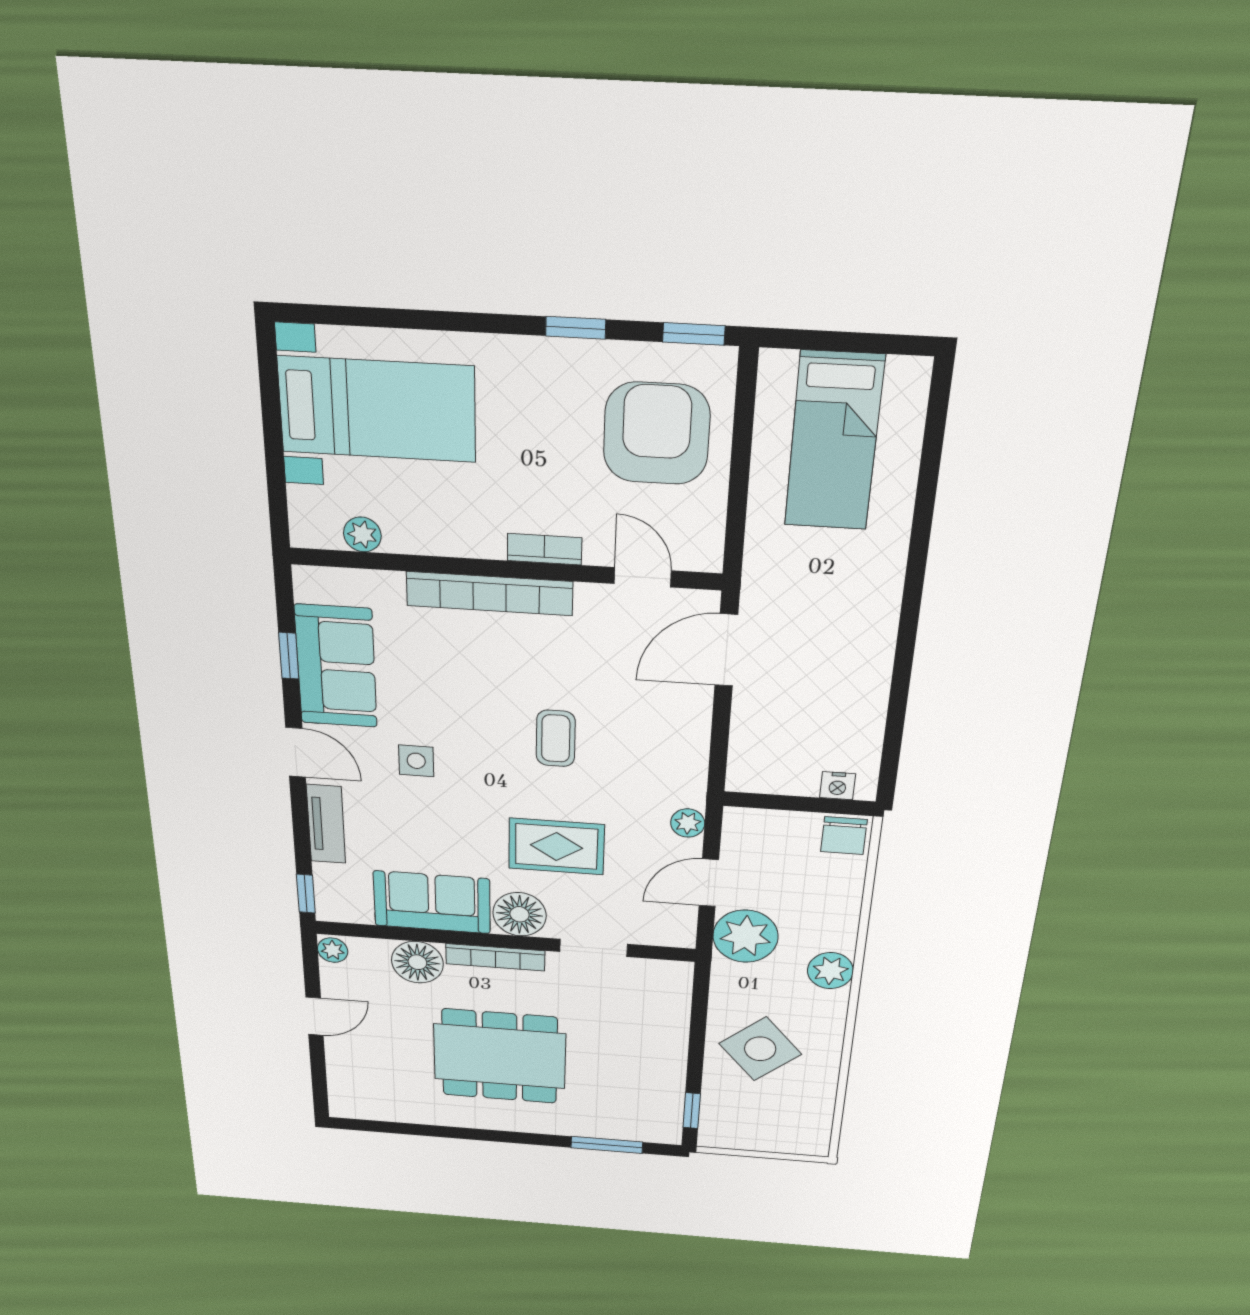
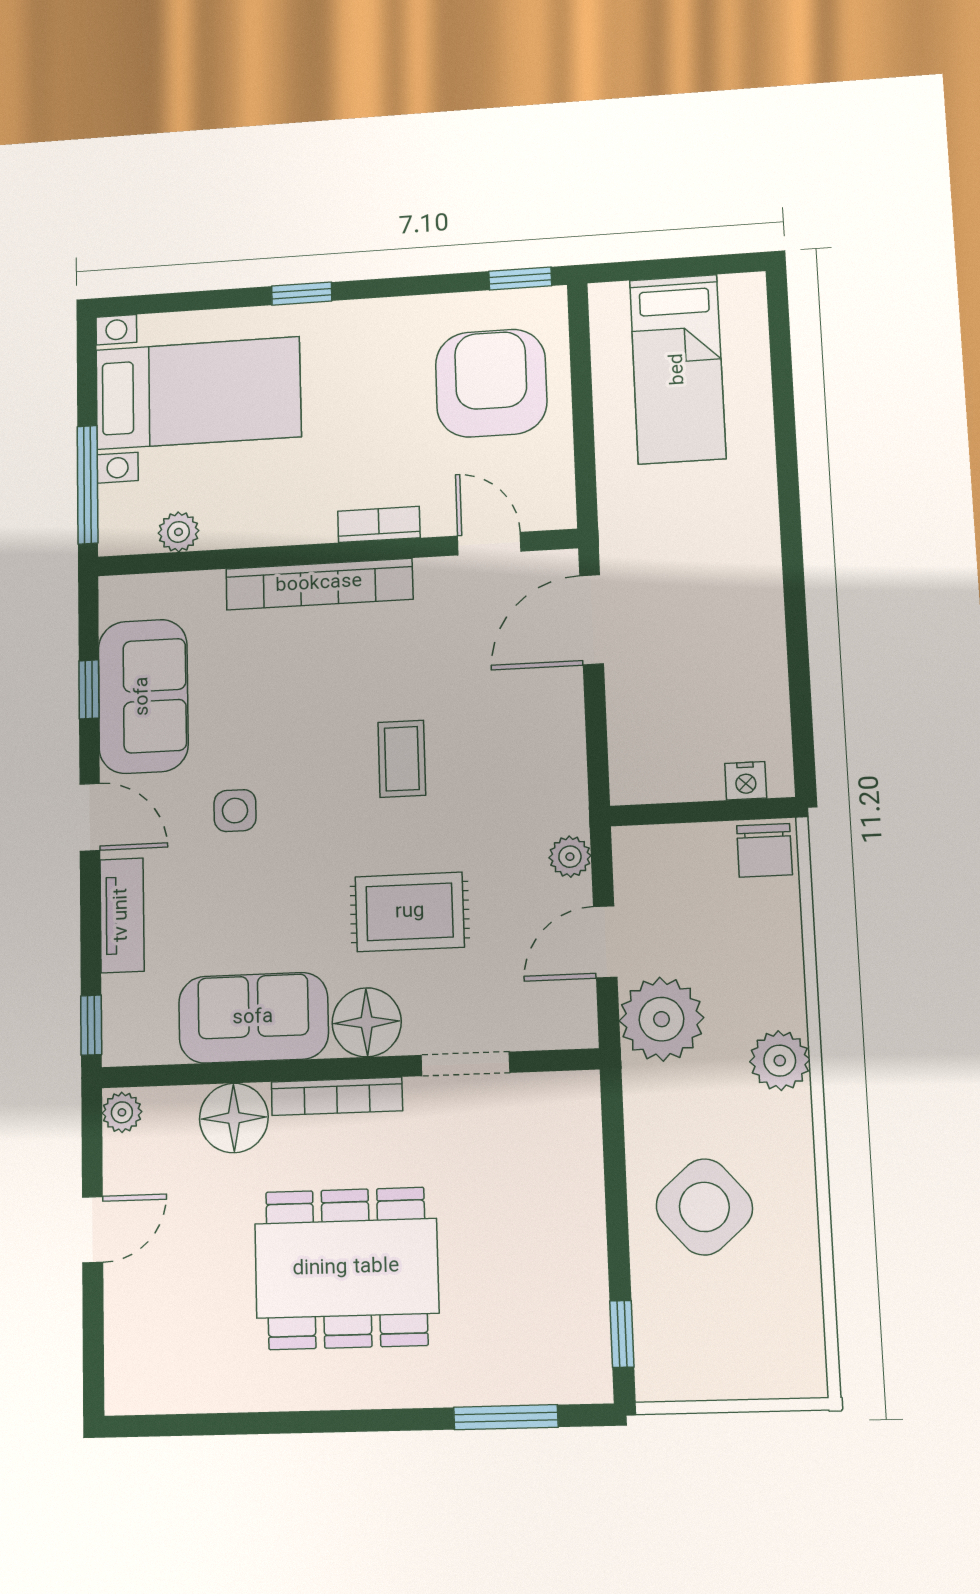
window: (576, 328) -> (302, 294), moved
window: (276, 482) -> (88, 485), added

